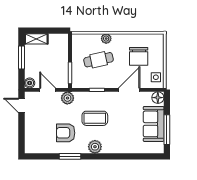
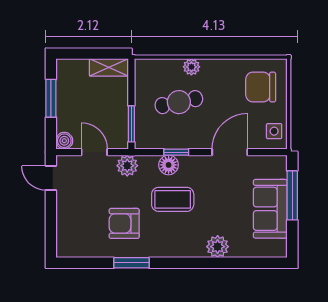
shelving: (36, 39) -> (109, 67), moved
chair: (139, 56) -> (261, 87), moved, turned 90
floor lamp: (158, 98) -> (169, 165), moved
window: (167, 130) -> (292, 195), moved
plant: (95, 147) -> (218, 247), moved

